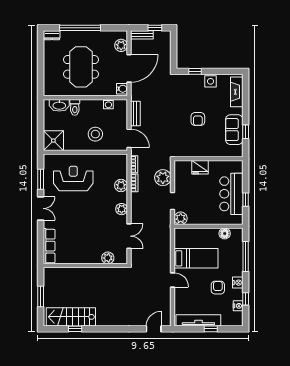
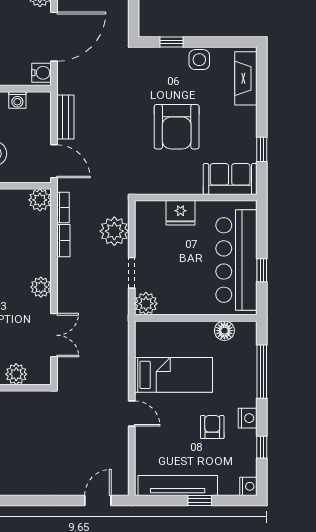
armchair: (198, 119) -> (177, 127), width x1.88, depth x1.88
sofa: (234, 130) -> (230, 179), moved, turned 90
plant: (121, 186) -> (40, 200), moved
bar counter: (231, 194) -> (236, 260), width x1.36
nightstand: (238, 306) -> (248, 486), moved

